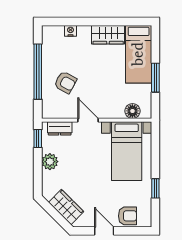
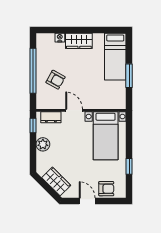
wardrobe: (108, 35) -> (79, 41), moved
floor lamp: (132, 111) -> (110, 103), removed

